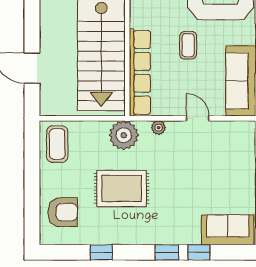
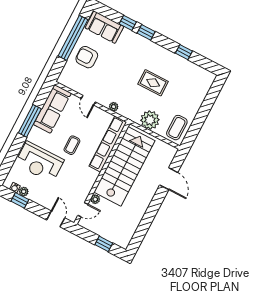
plant: (124, 135) -> (150, 120), moved
rug: (122, 188) -> (153, 83), width x0.73, depth x0.70
armchair: (63, 212) -> (87, 57), moved

